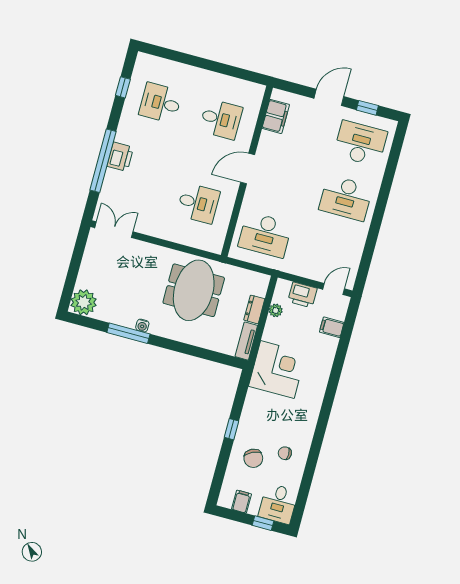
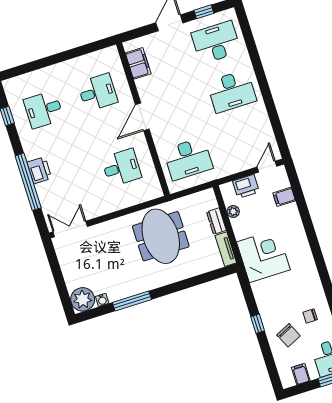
water cooler: (142, 326) -> (102, 300), moved

